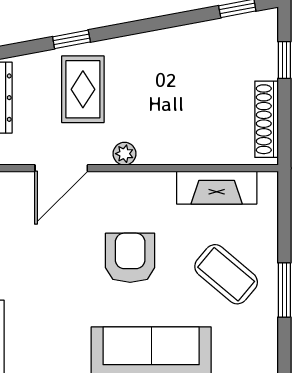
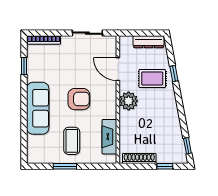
plant: (124, 154) -> (129, 101), width x1.87, depth x1.87
coffee table: (226, 274) -> (72, 141), turned -40

